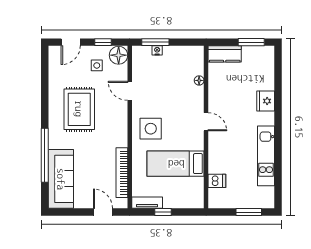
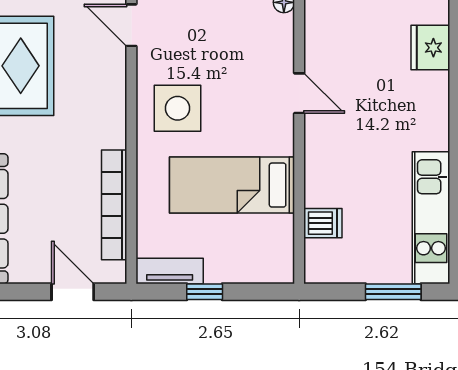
kitchen unit: (266, 156) -> (431, 218), moved

